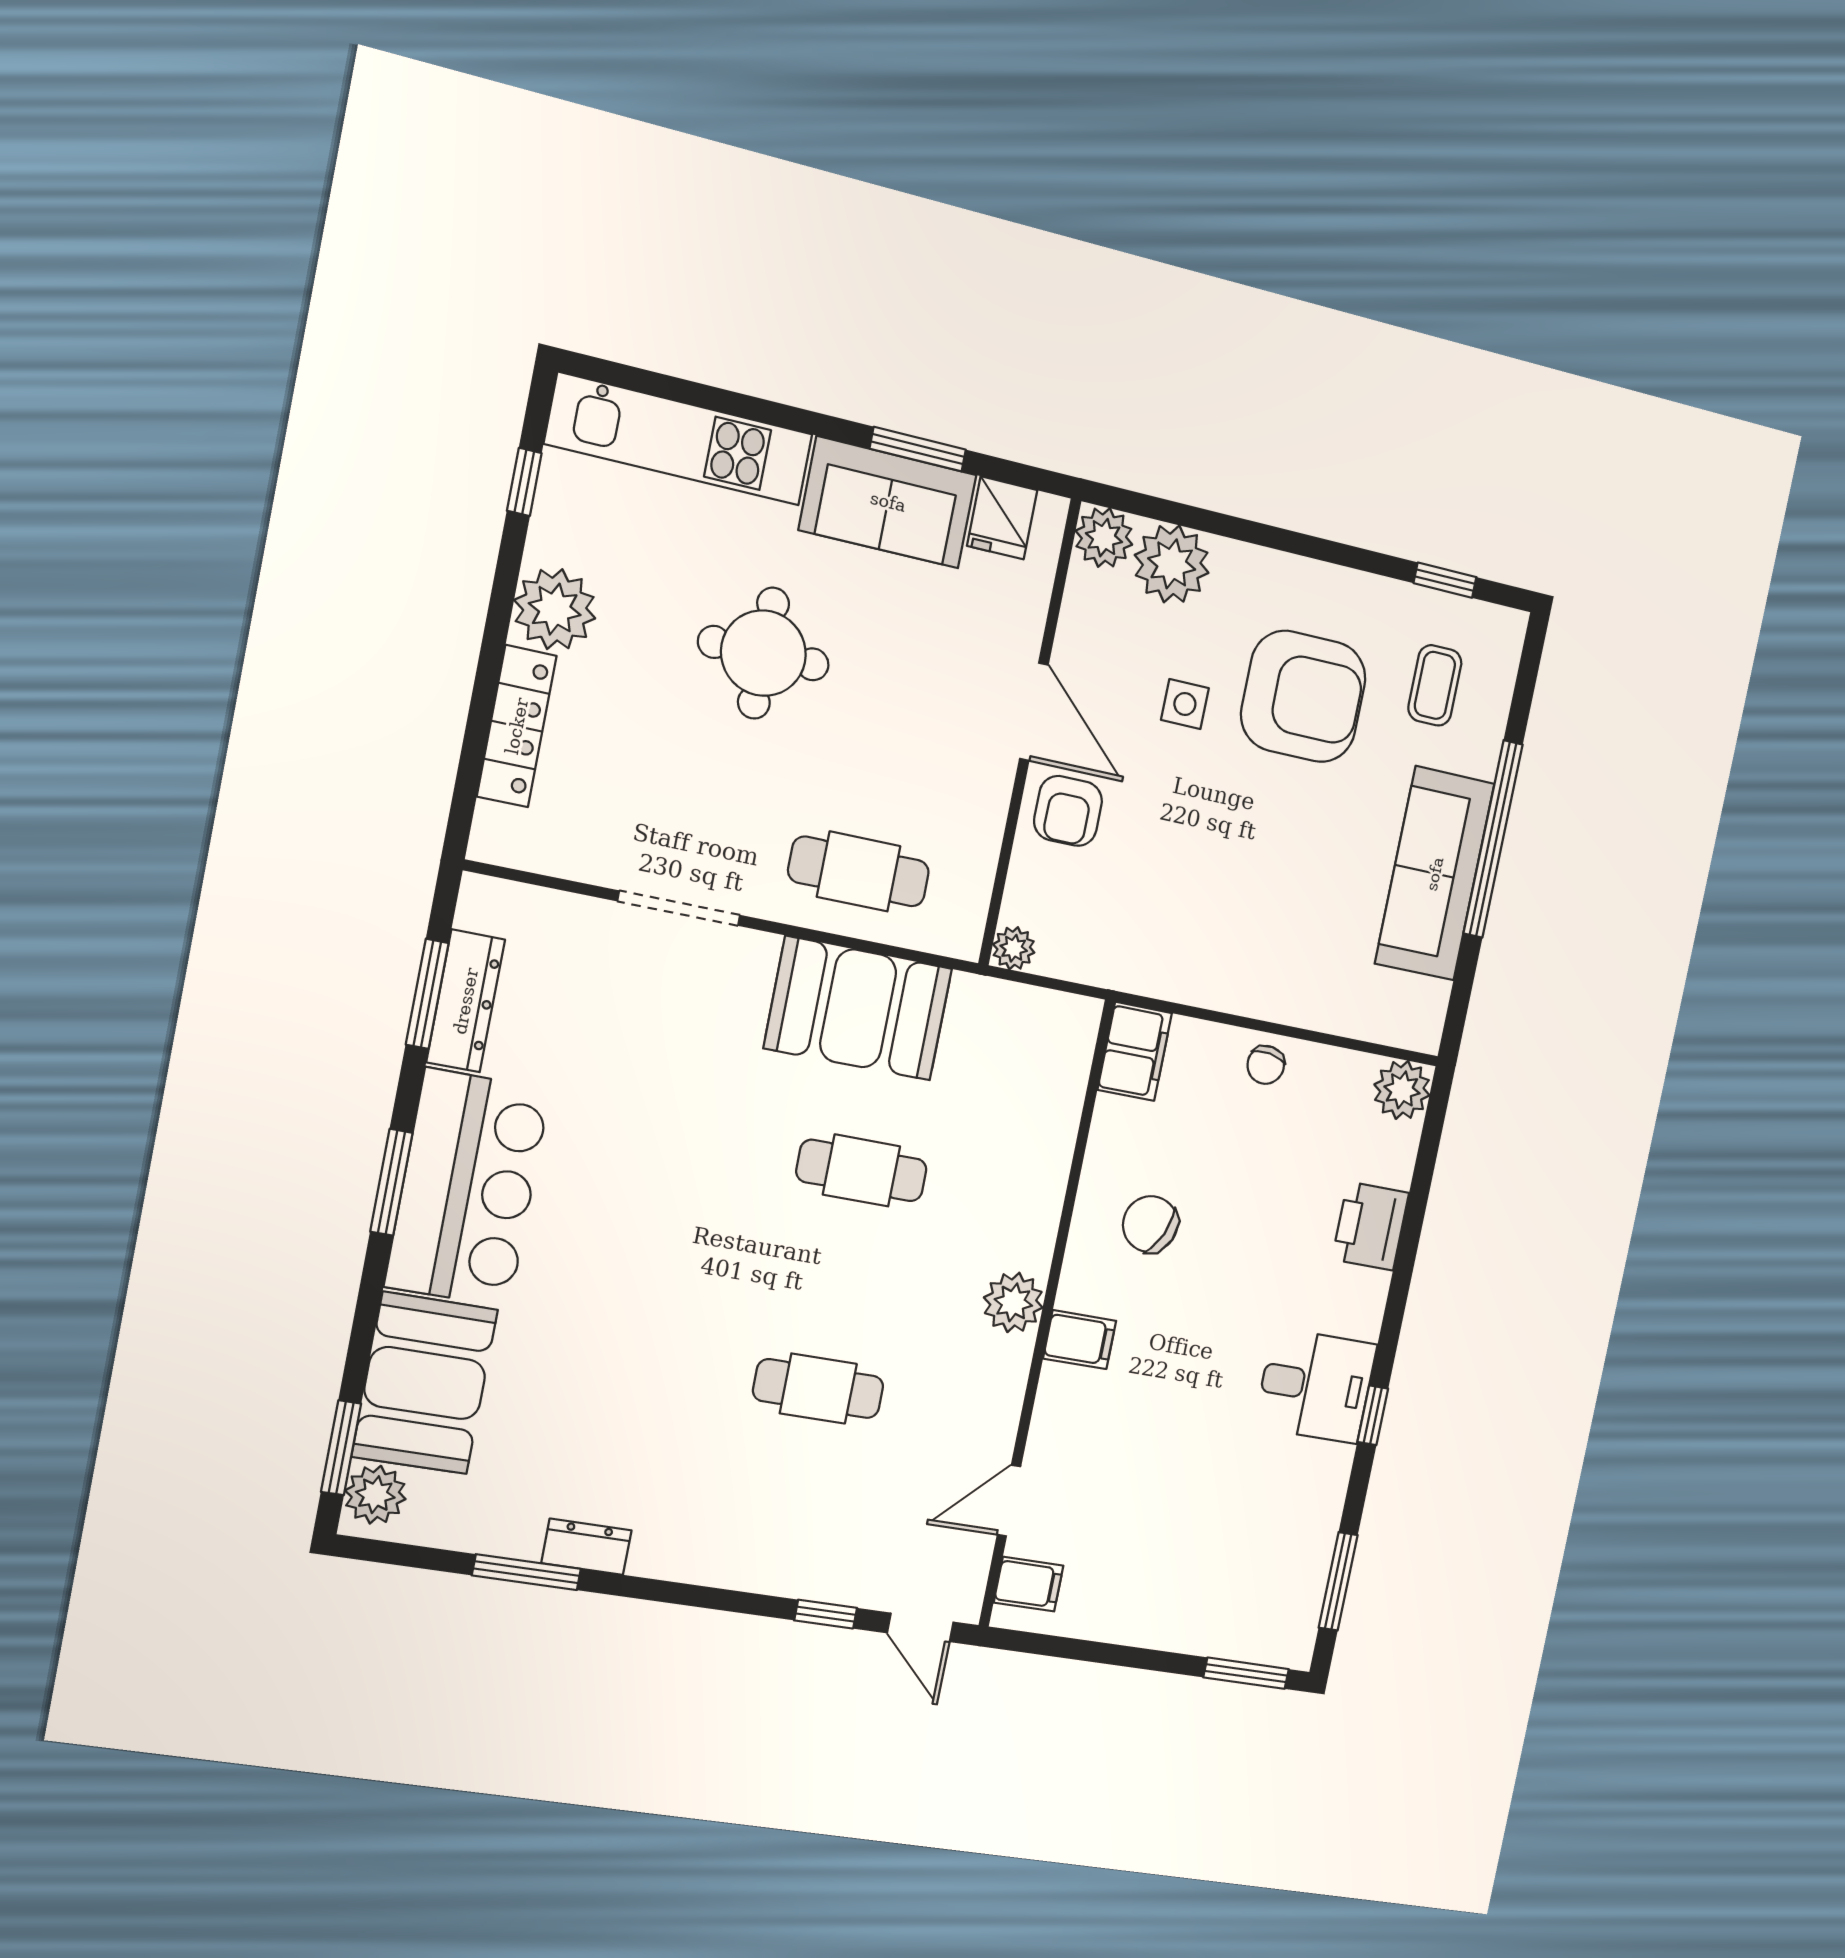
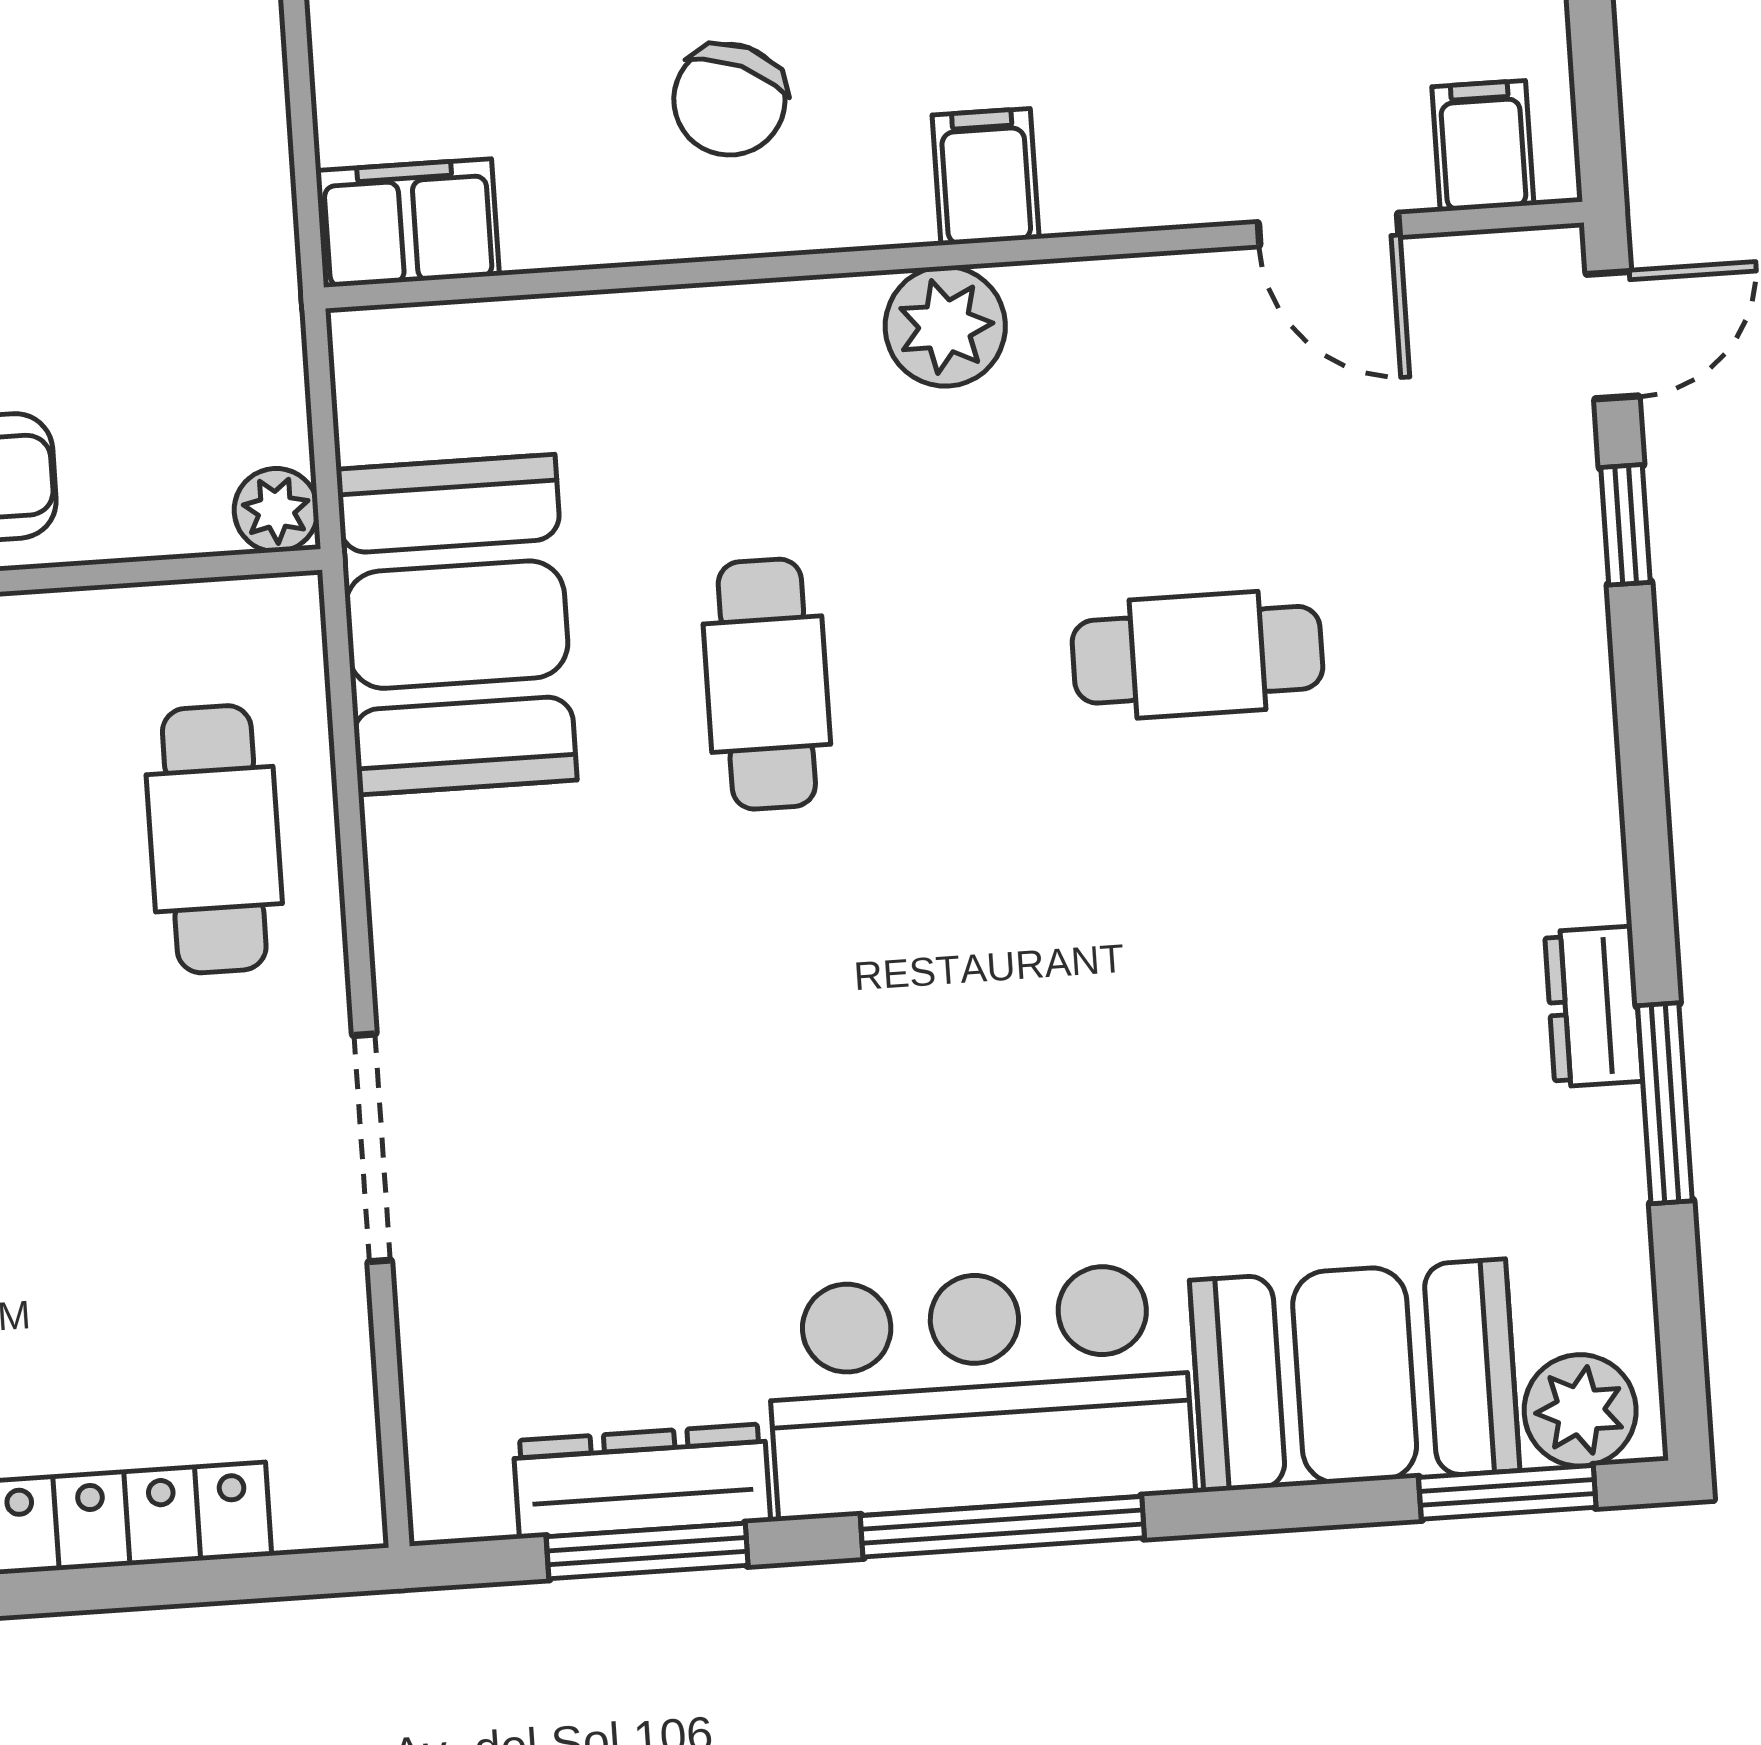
booth: (858, 1008) -> (457, 625), moved
window: (391, 1182) -> (1002, 1527), width x1.44
cafe table: (818, 1389) -> (1197, 655), turned 90

